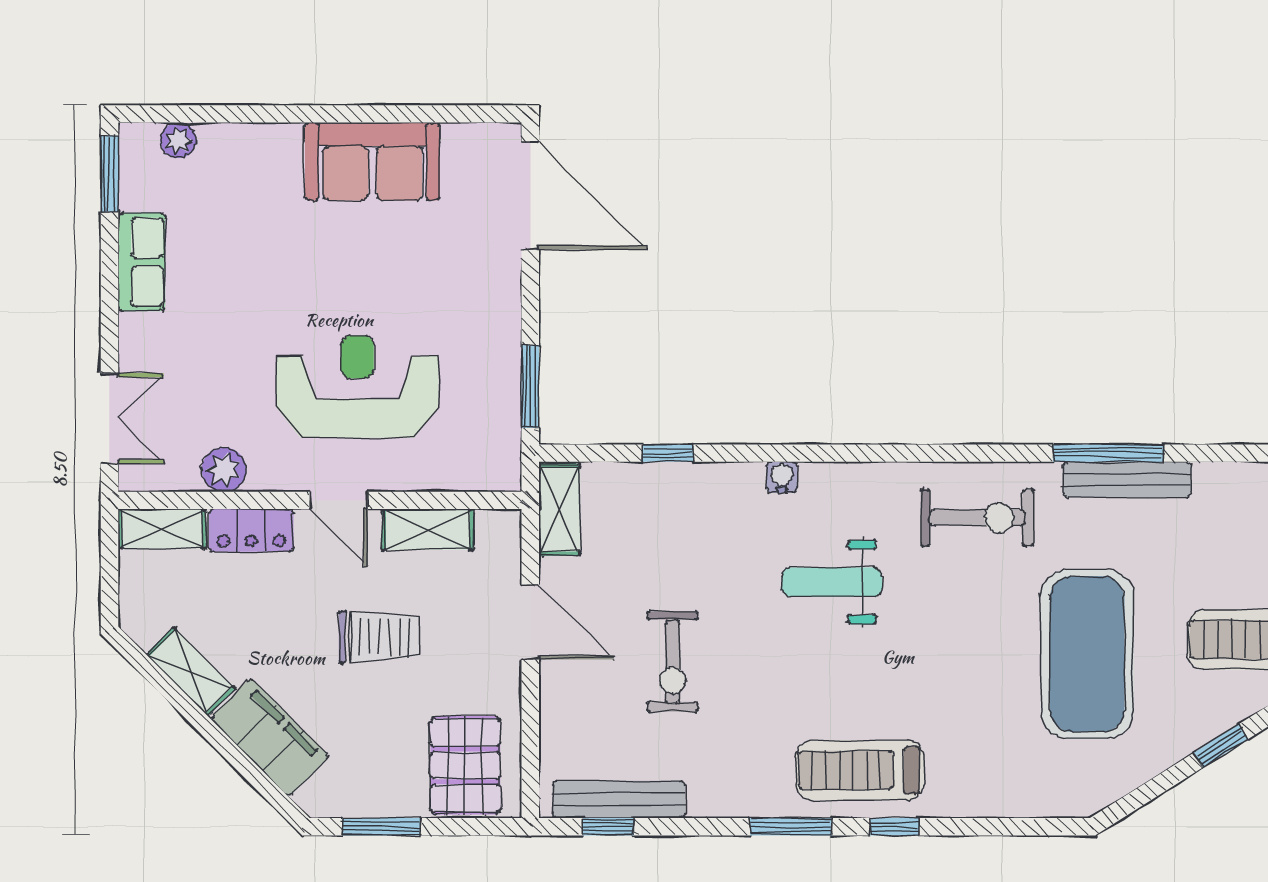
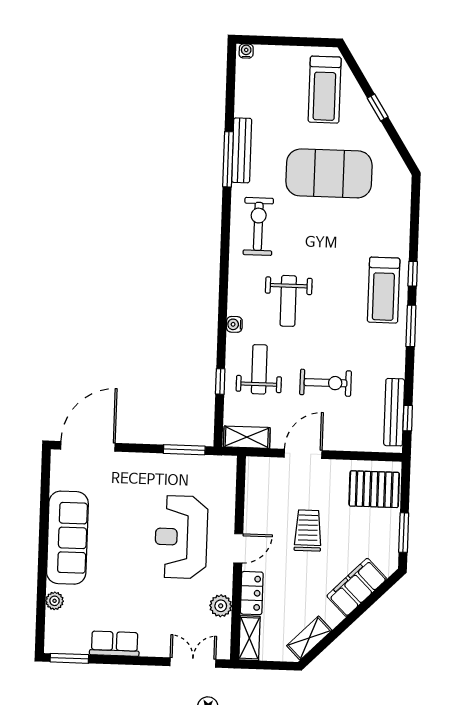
plant: (178, 140) -> (55, 601), moved
sofa: (372, 161) -> (67, 538), width x1.36
shelving: (428, 529) -> (255, 504), removed
weight bench: (695, 530) -> (259, 369), added
shelving: (191, 671) -> (309, 638), moved

